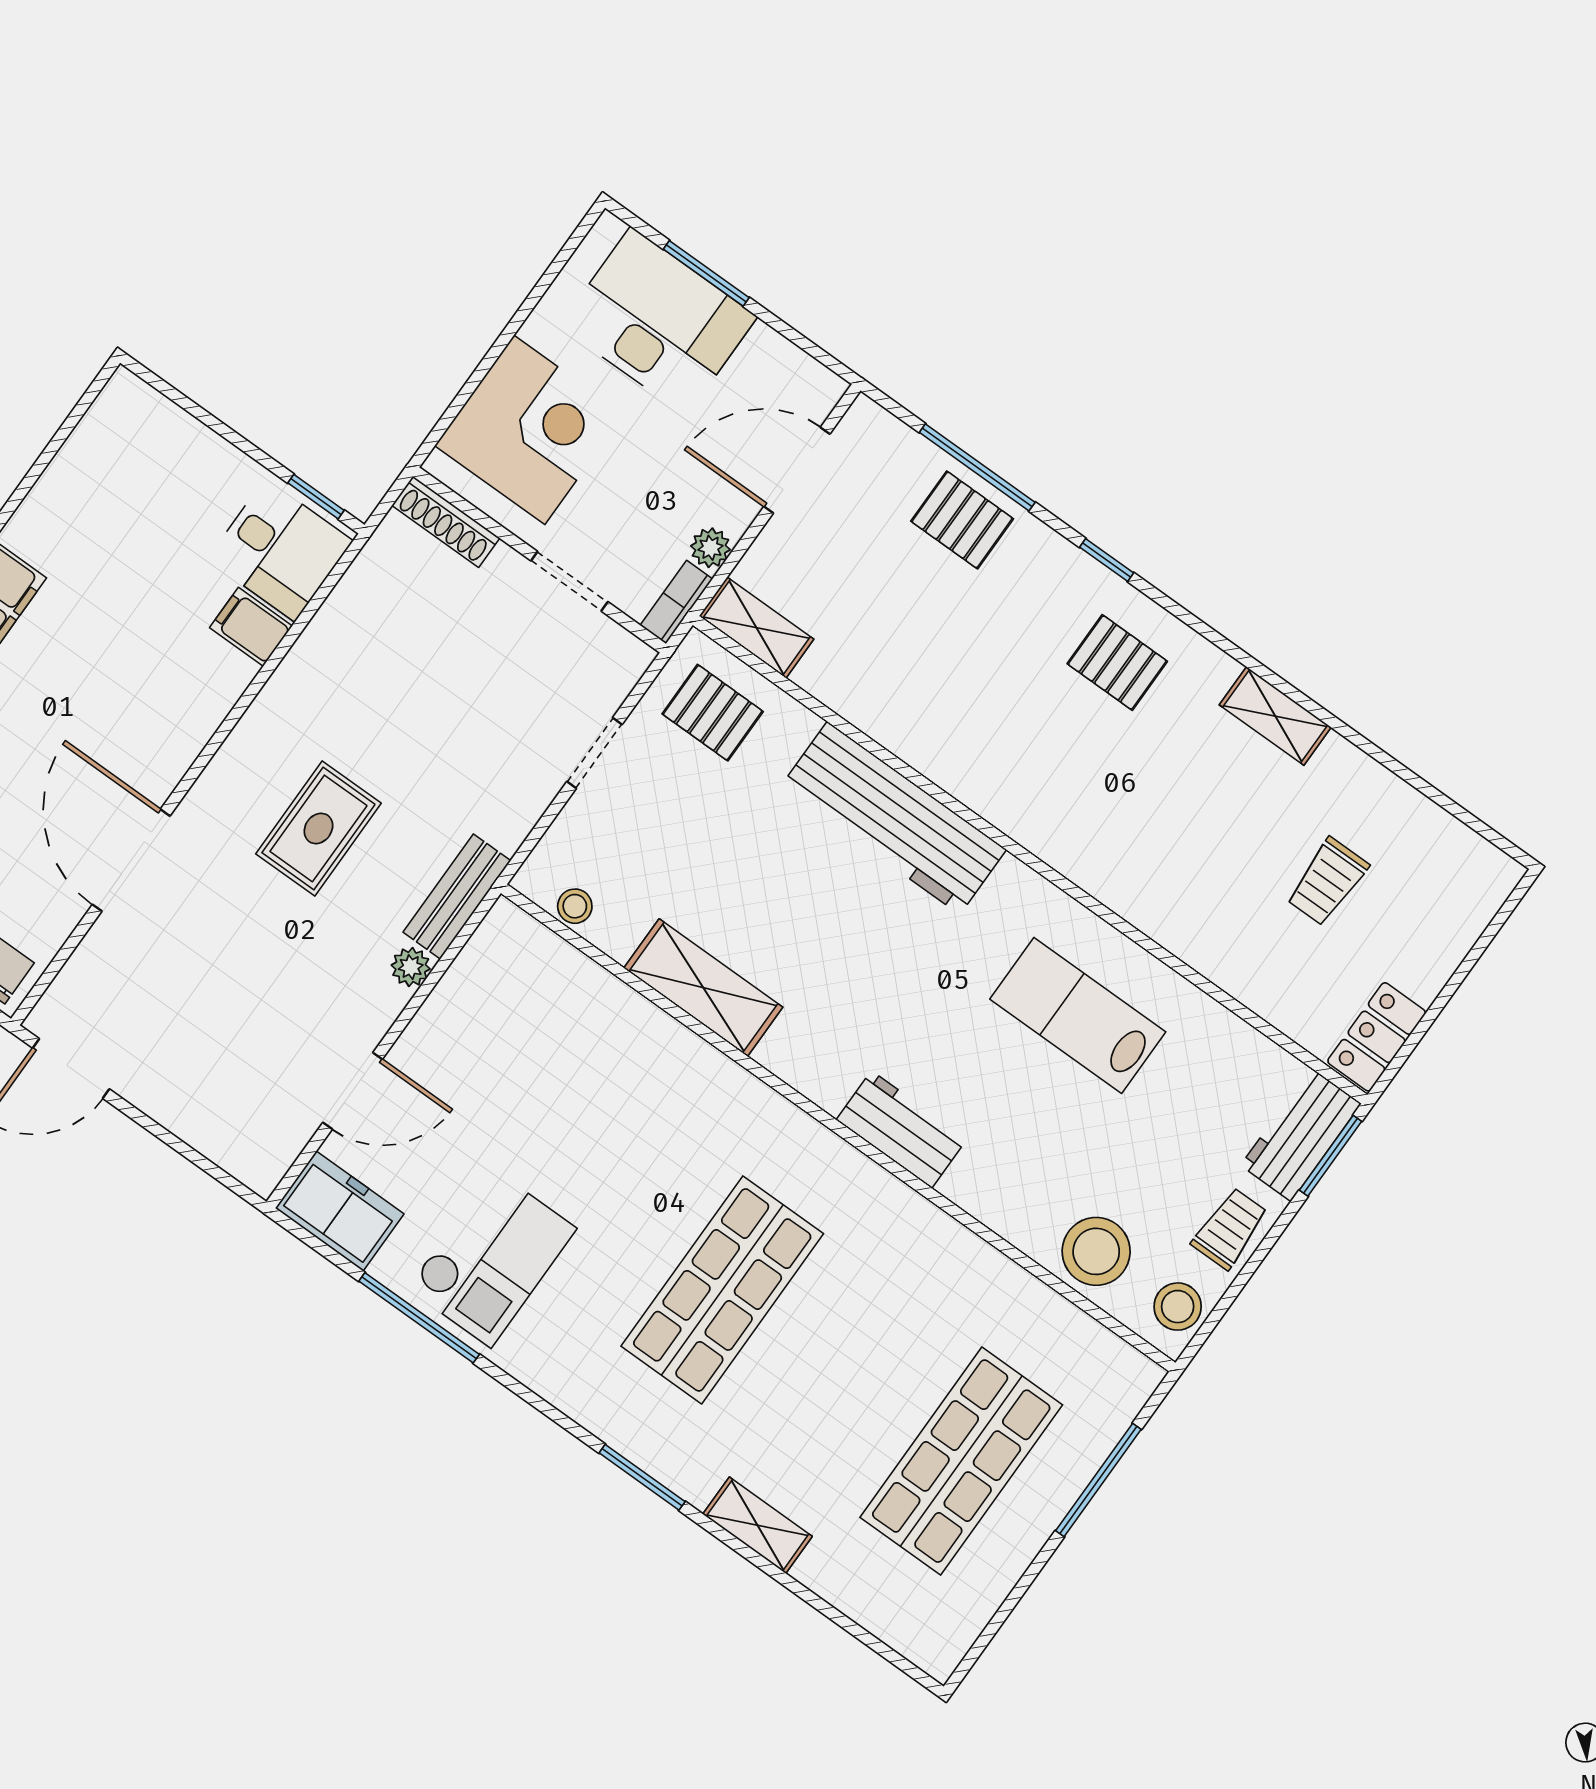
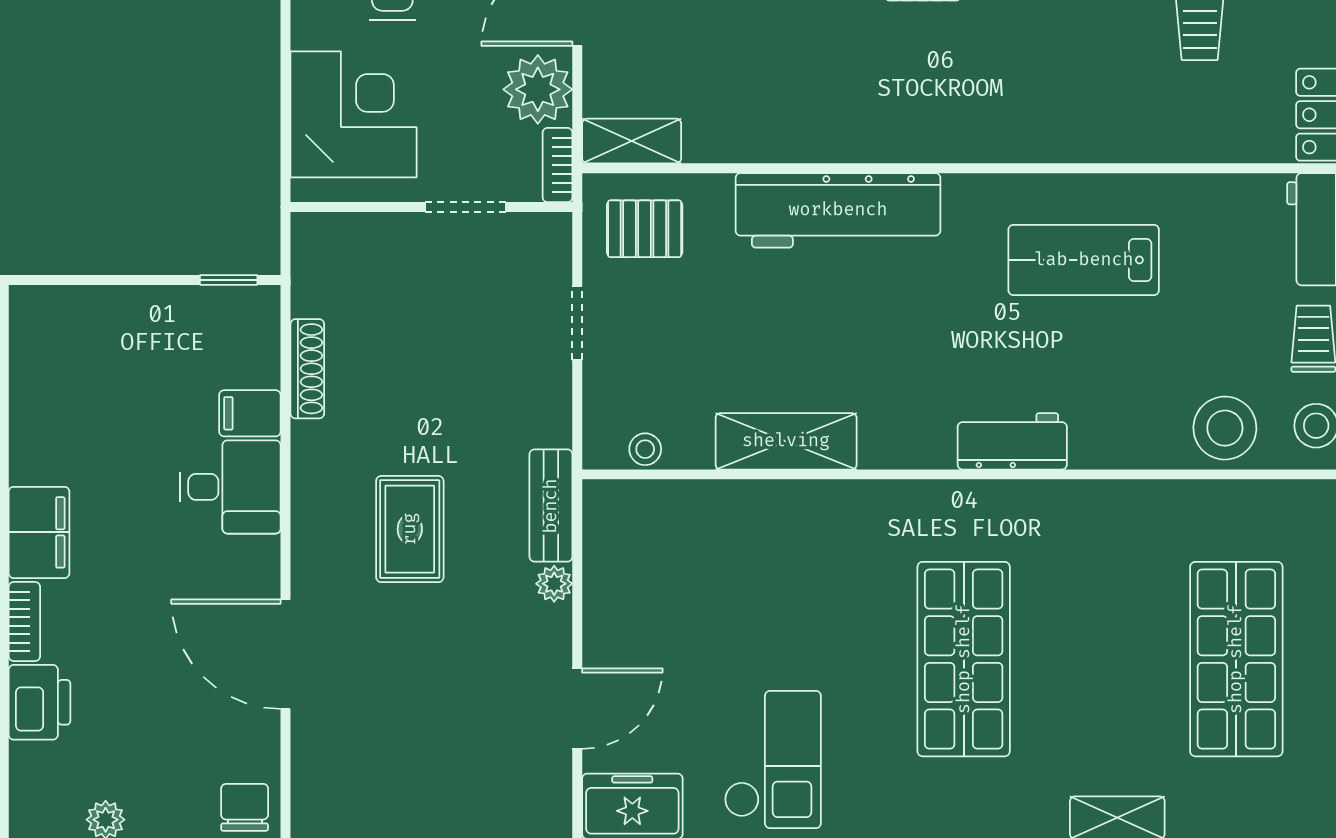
shoe rack: (446, 522) -> (307, 369), moved, turned -90
plant: (710, 548) -> (538, 89), width x1.87, depth x1.87
desk: (280, 550) -> (230, 487), moved

